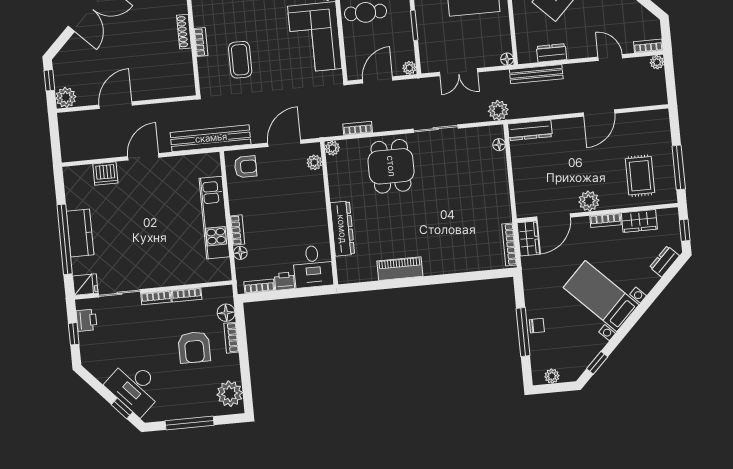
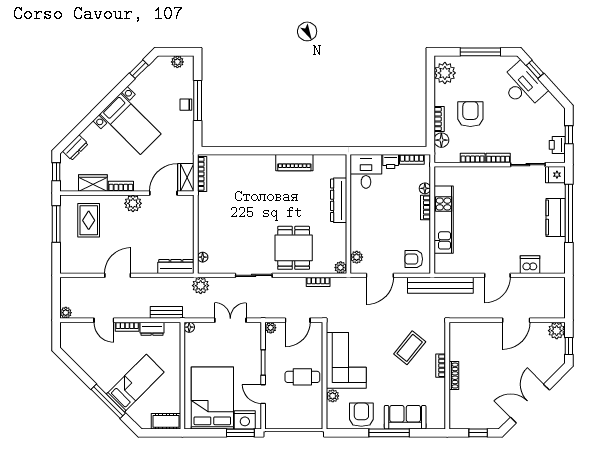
bookcase: (648, 46) -> (127, 327), moved
coffee table: (240, 60) -> (410, 348), turned 39
bench: (536, 74) -> (166, 312), width x0.73

